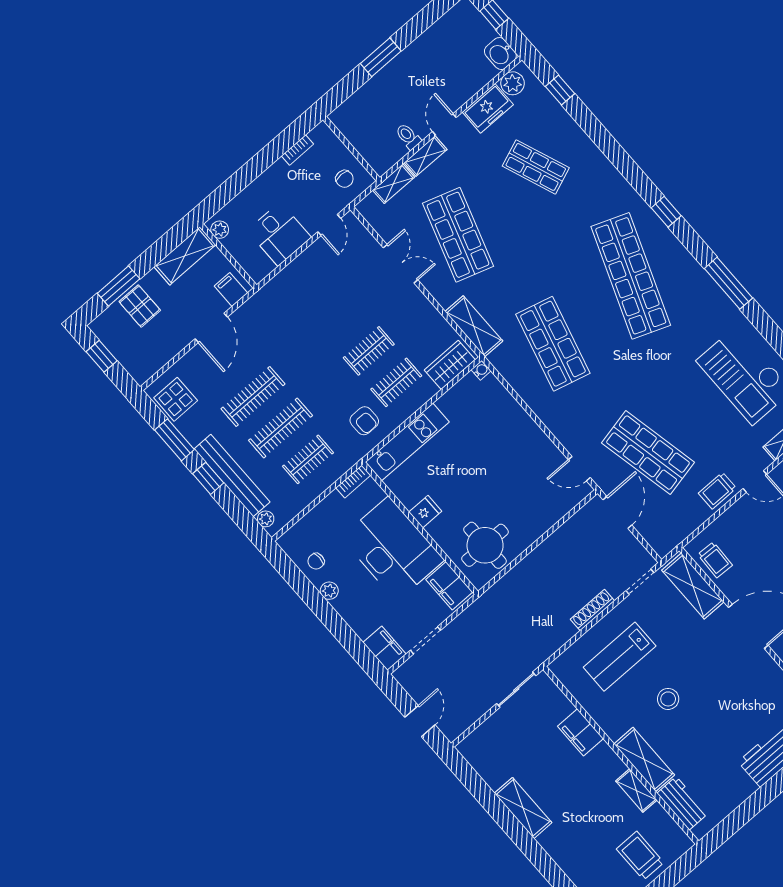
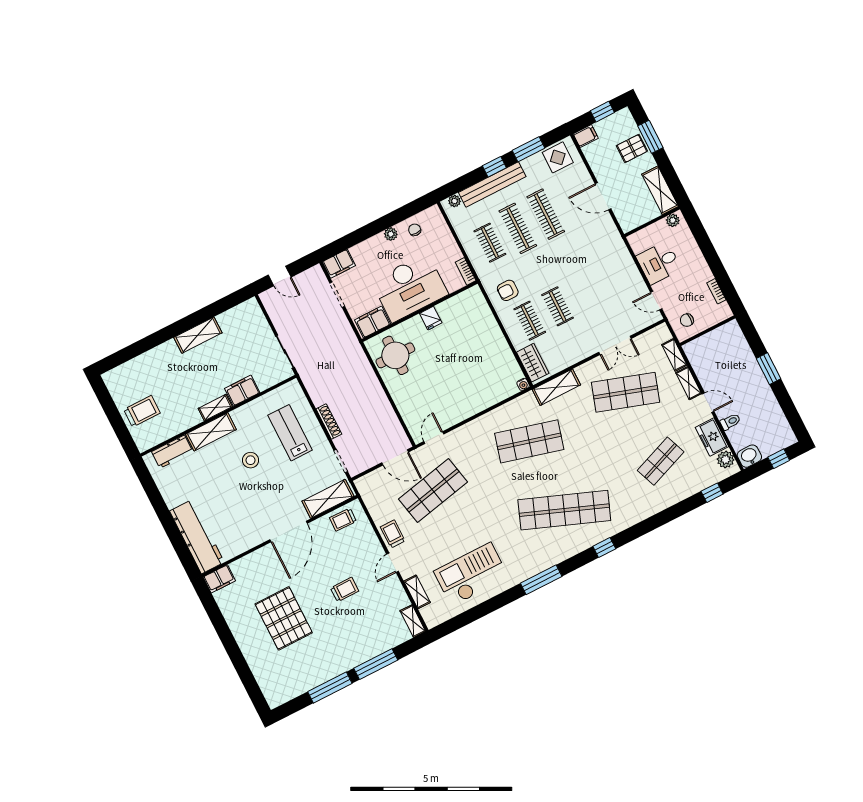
toilet: (408, 136) -> (730, 422), moved
filing cabinet: (231, 290) -> (586, 136), moved
kitchen unit: (407, 442) -> (485, 318), removed
shelving: (636, 790) -> (215, 408), moved

